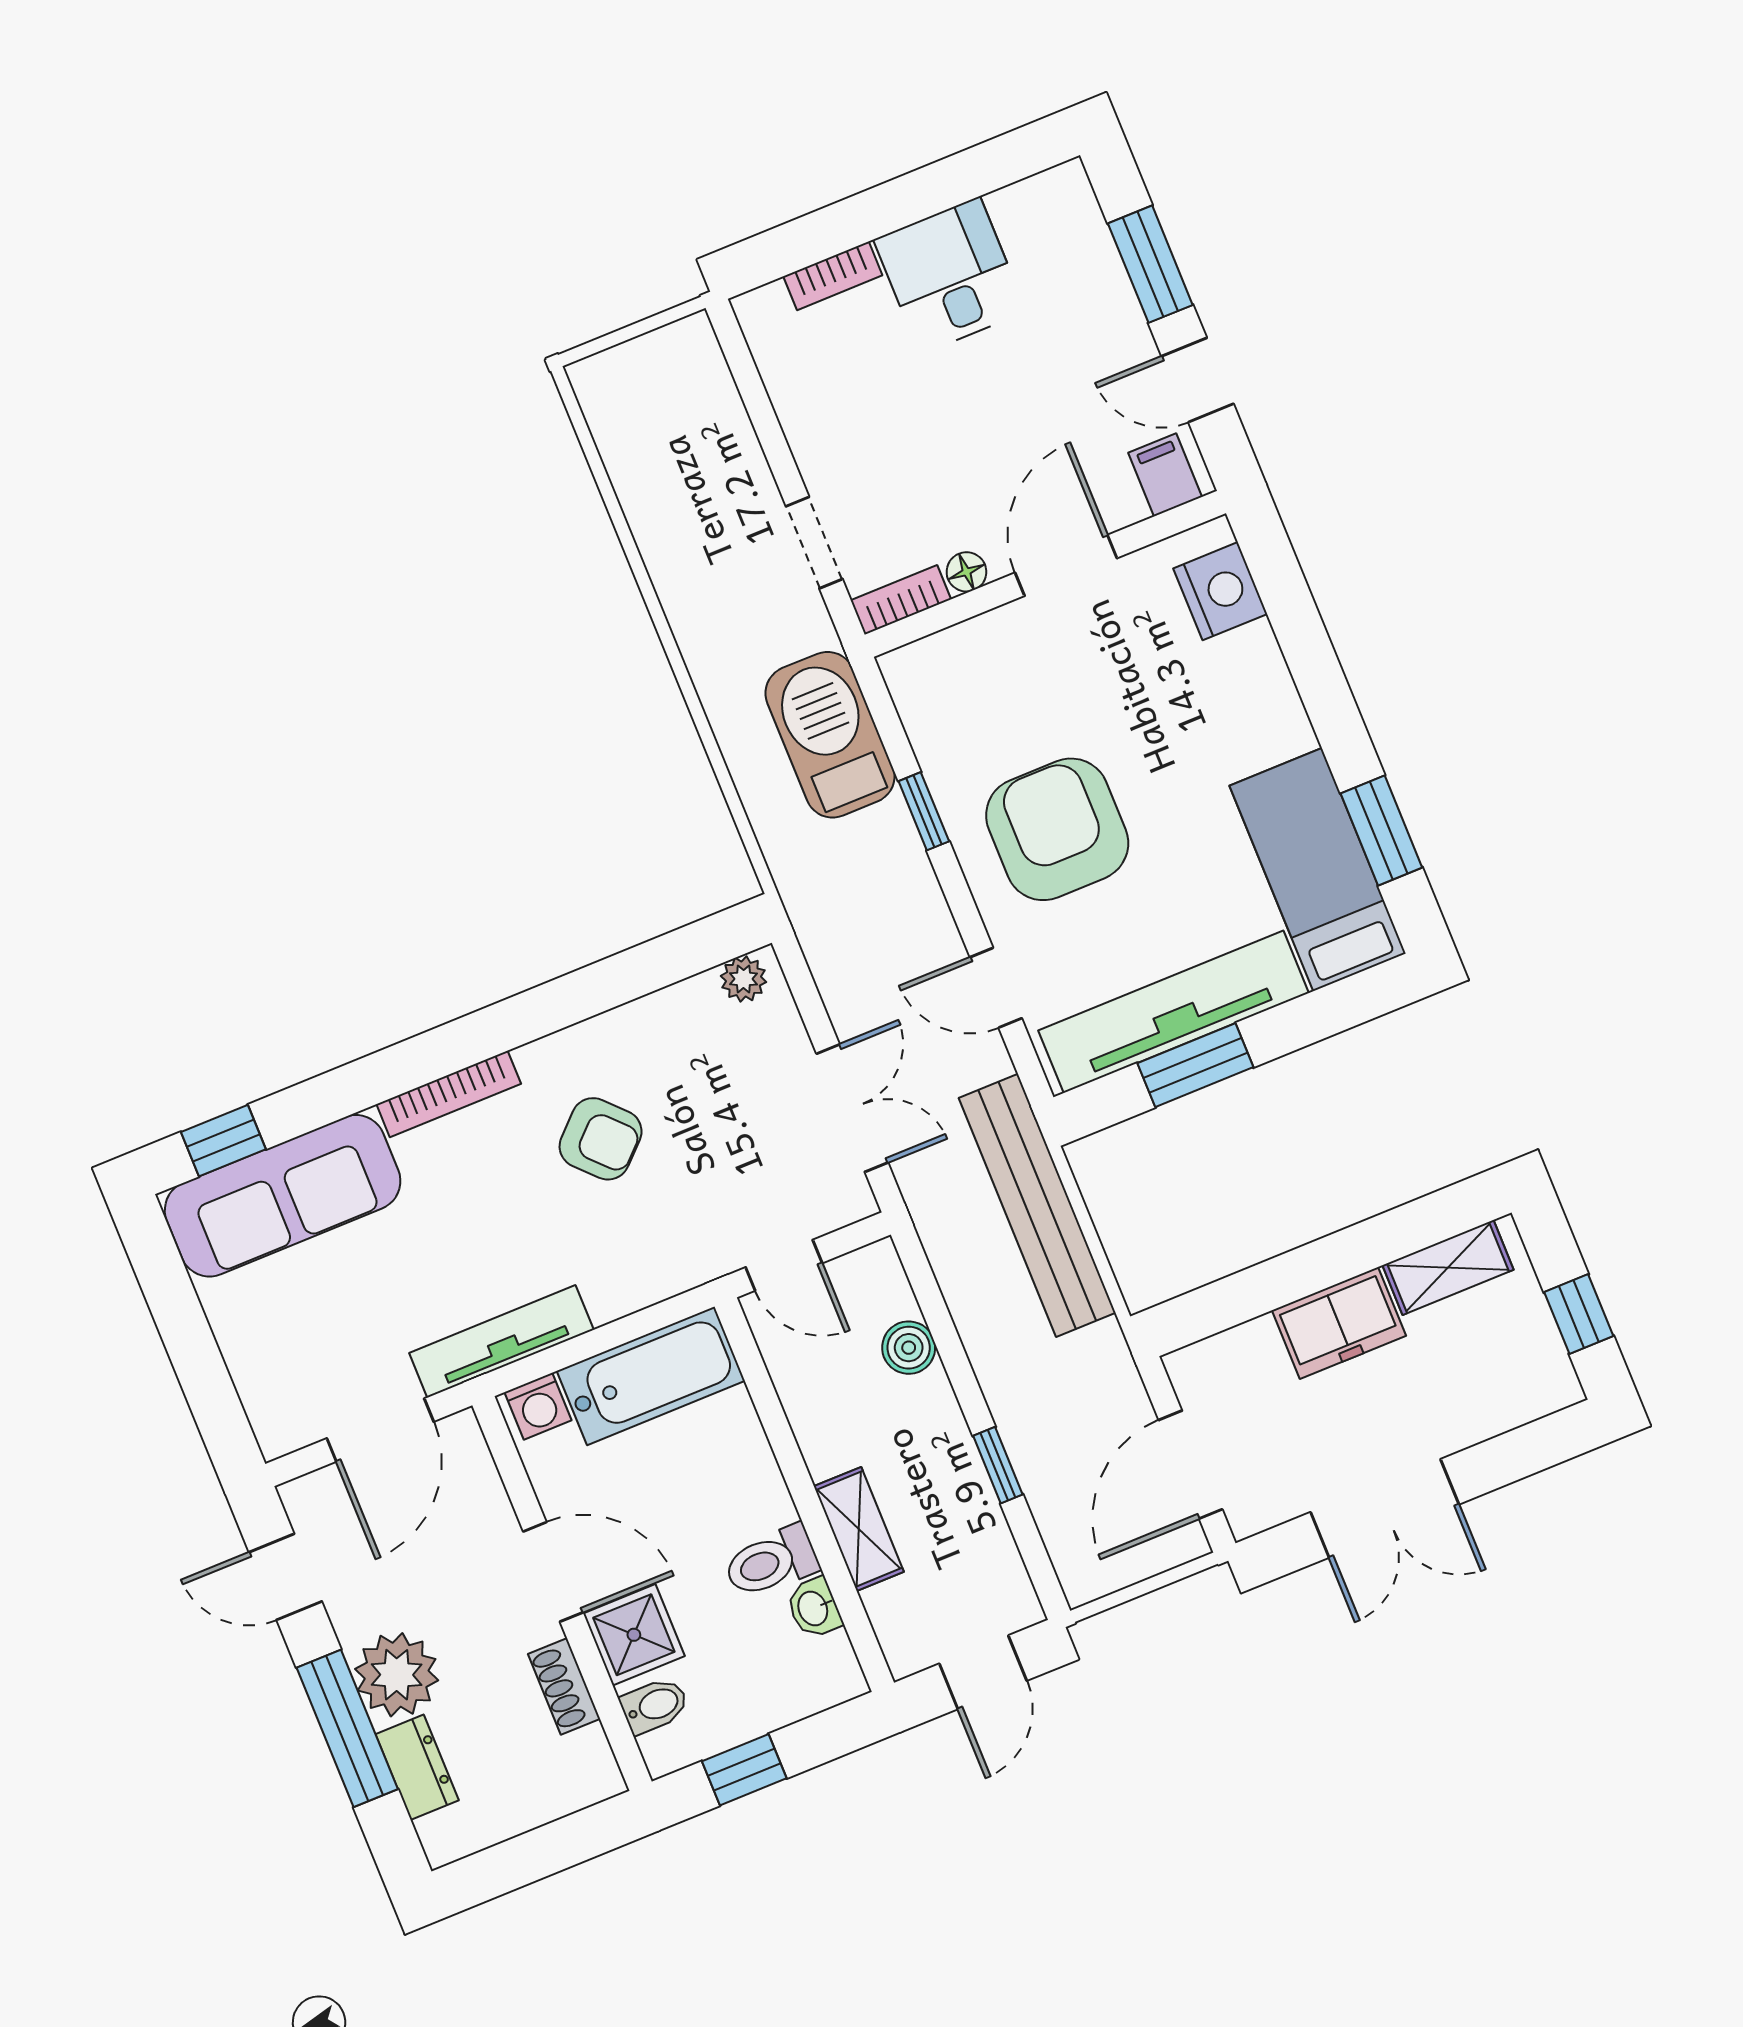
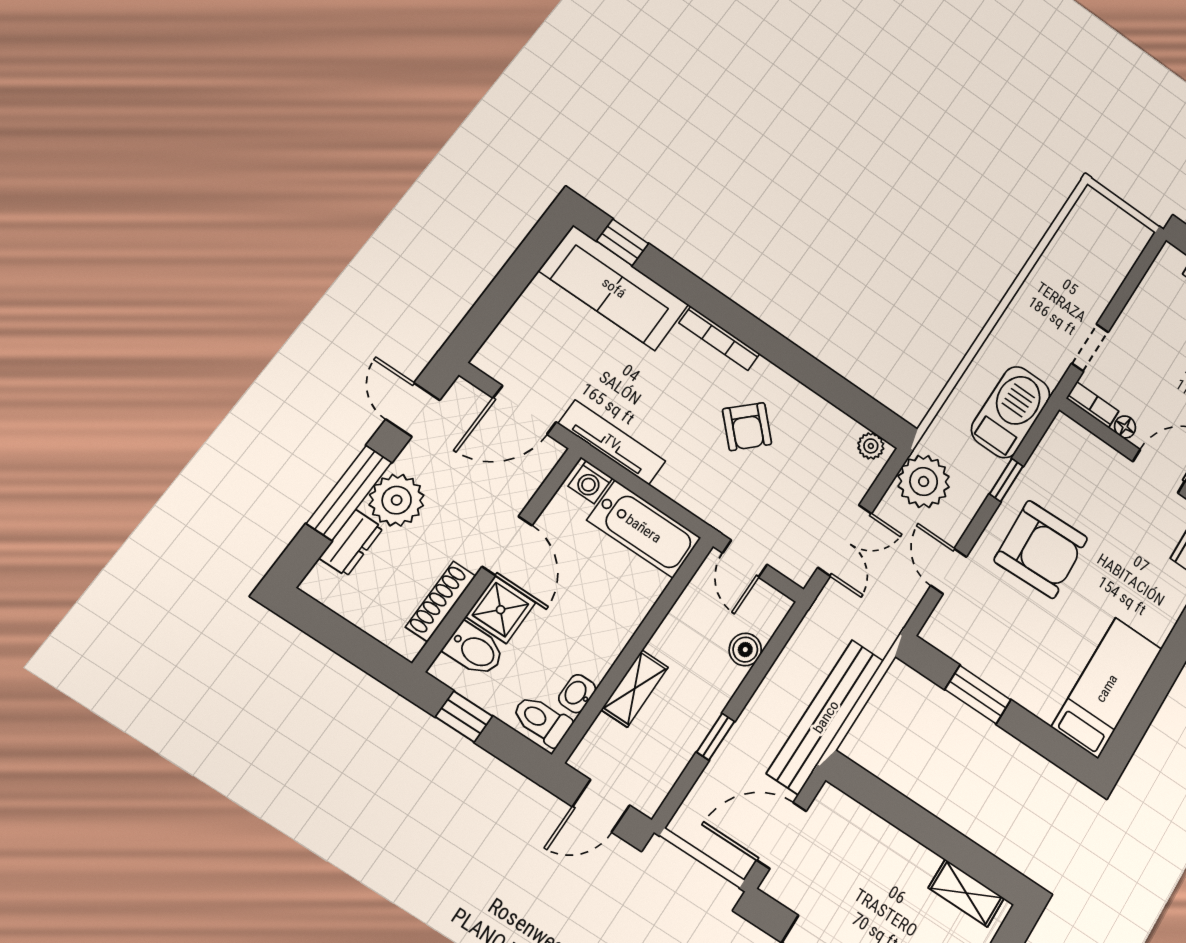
armchair: (1057, 829) -> (1041, 549), turned 88
window: (1381, 830) -> (1145, 705), removed
plant: (845, 936) -> (924, 481), added
tv unit: (1174, 1012) -> (996, 666), removed
bench: (1037, 1205) -> (826, 717), moved
freezer: (1339, 1323) -> (903, 859), removed
toilet: (771, 1562) -> (542, 720), moved
shoe rack: (564, 1686) -> (441, 601), width x1.43
bidet: (655, 1706) -> (475, 650), width x1.38, depth x1.36

